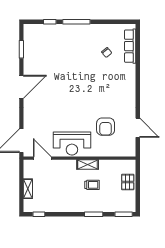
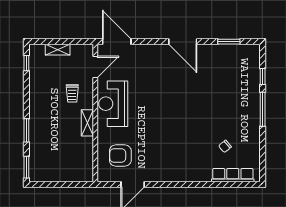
armchair: (106, 127) -> (120, 156), moved
pallet: (128, 182) -> (66, 172), removed
trolley: (92, 185) -> (72, 93), moved

